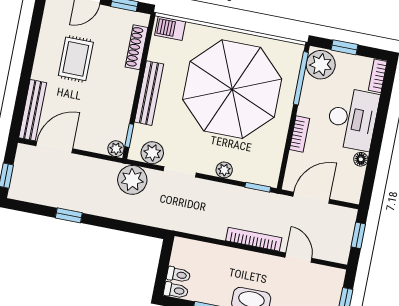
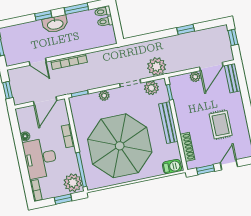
bench: (33, 110) -> (233, 78), width x0.73
plant: (116, 149) -> (195, 77), moved

